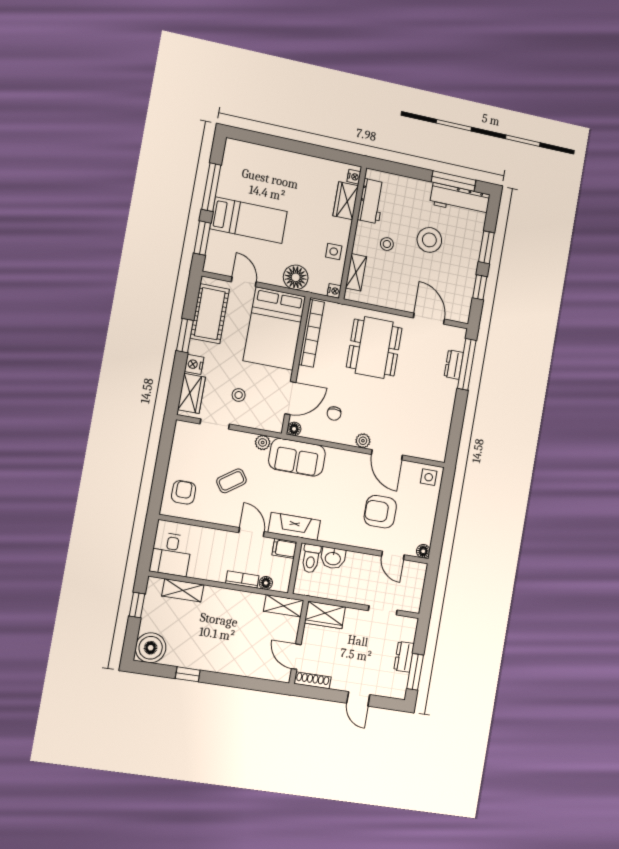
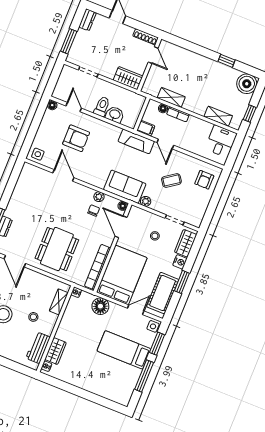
side table: (334, 251) -> (153, 326), moved
door: (244, 282) -> (136, 310), swing flipped
door: (290, 398) -> (121, 227), hinge flipped
plant: (363, 441) -> (99, 197), moved
toilet: (311, 558) -> (102, 107), moved
shelving: (284, 606) -> (171, 97), moved
dresser: (404, 657) -> (87, 20), moved
window: (415, 672) -> (69, 41), moved

